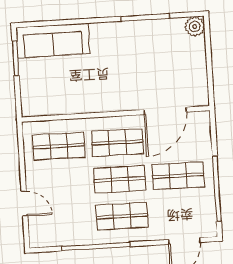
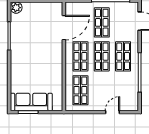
sofa: (53, 40) -> (31, 102), moved, turned -90
door: (165, 111) -> (64, 28), hinge flipped

